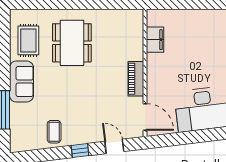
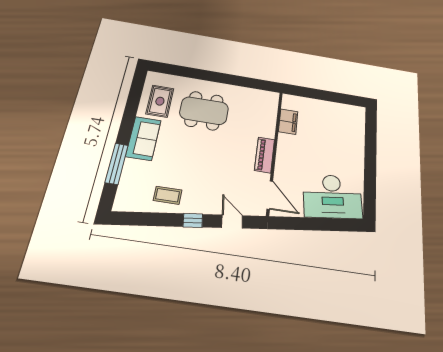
dining table: (72, 43) -> (204, 111), turned 90
coffee table: (54, 132) -> (168, 195), turned 90

